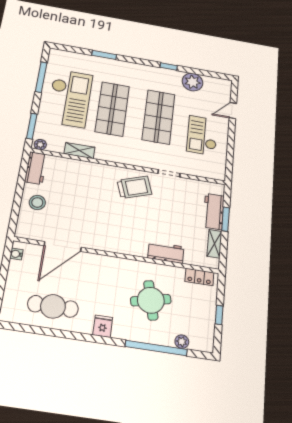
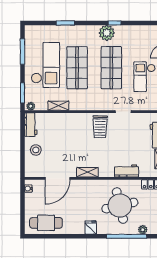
plant: (192, 82) -> (107, 33), moved
trolley: (134, 187) -> (100, 127), turned 110
shelving: (108, 245) -> (87, 172), added
round table: (151, 300) -> (120, 206), width x1.36, depth x1.36
cafe table: (53, 306) -> (46, 223), moved

